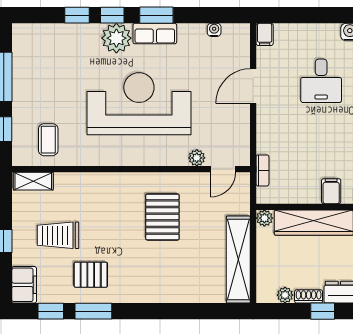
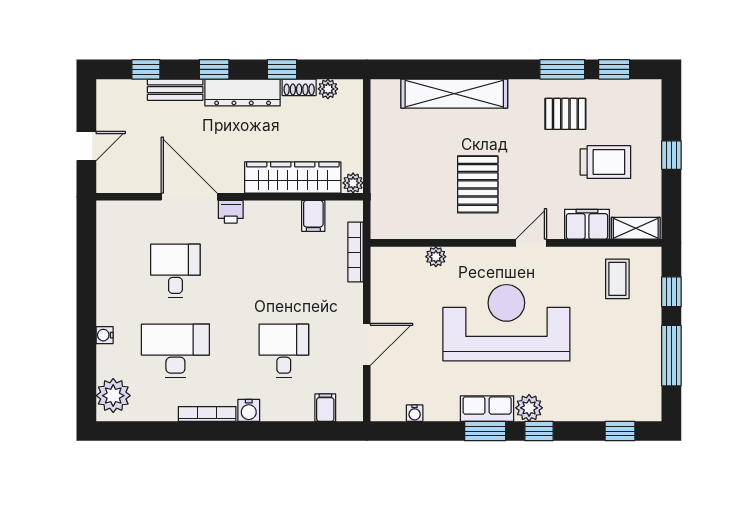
window: (77, 15) -> (620, 431), moved
filing cabinet: (265, 34) -> (325, 408), moved
plant: (116, 38) -> (529, 408), width x0.73, depth x0.73
reception desk: (139, 104) -> (506, 323), turned 180
door: (223, 169) -> (531, 243), moved
bookcase: (262, 170) -> (355, 252), width x1.56
filing cabinet: (331, 191) -> (313, 216), moved
shelving: (238, 260) -> (454, 94), moved, turned 90
filing cabinet: (24, 285) -> (587, 224), moved, turned 90

